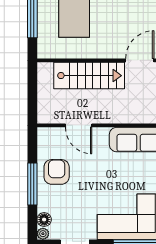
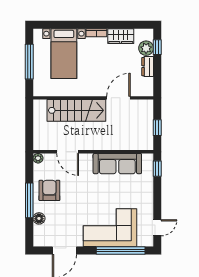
floor lamp: (44, 220) -> (39, 218), moved
plant: (43, 234) -> (38, 158), moved

